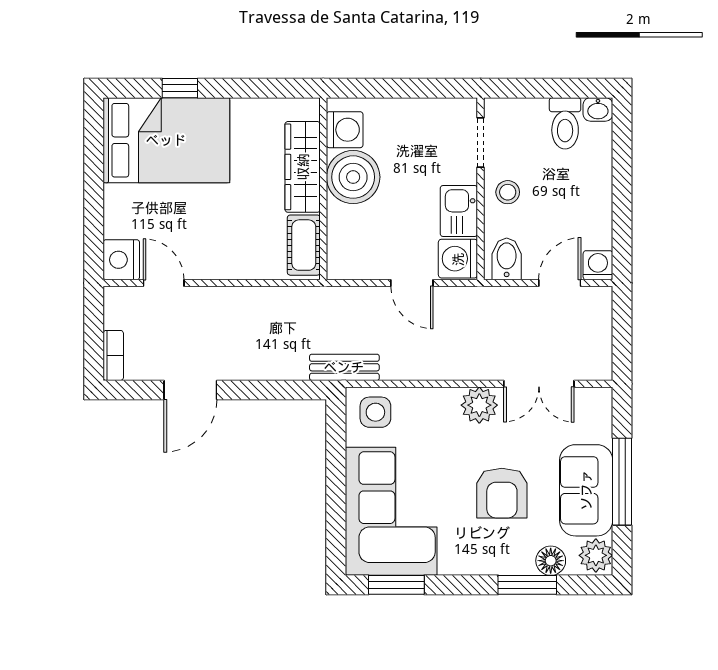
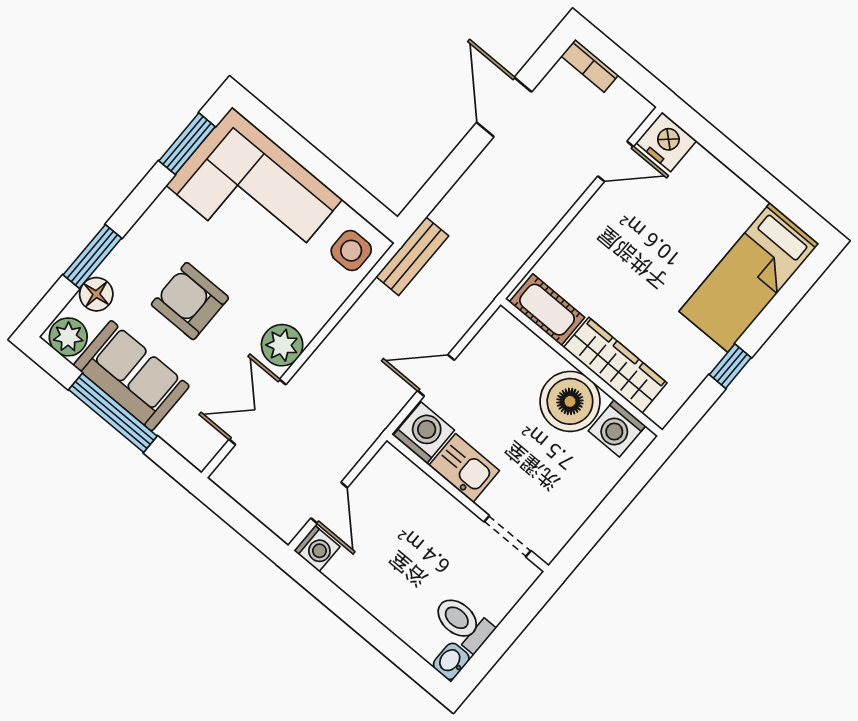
window: (180, 88) -> (730, 366), moved
bed: (166, 140) -> (749, 277), width x0.67
stool: (508, 192) -> (445, 524), removed
bidet: (507, 259) -> (388, 475), removed

